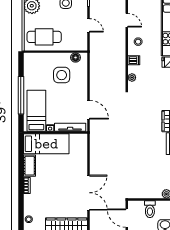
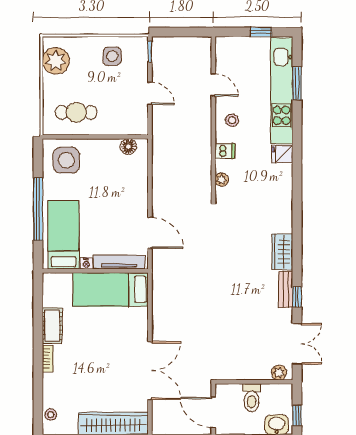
cafe table: (44, 37) -> (76, 112), width x0.73, depth x0.74
side table: (62, 75) -> (66, 160), moved
bed: (46, 144) -> (111, 289), moved, turned 180

